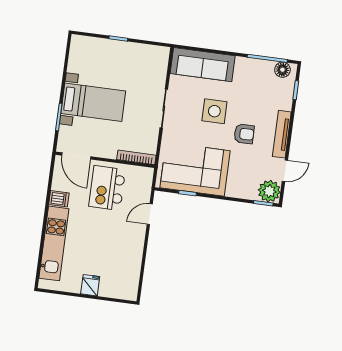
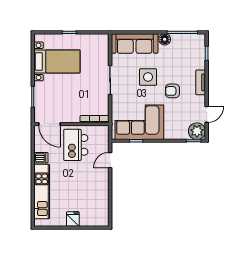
floor lamp: (282, 70) -> (165, 39), moved
bed with nightstands: (93, 102) -> (57, 61), moved
armchair: (244, 134) -> (172, 91), turned 180
tv unit: (282, 134) -> (201, 82), width x0.71

